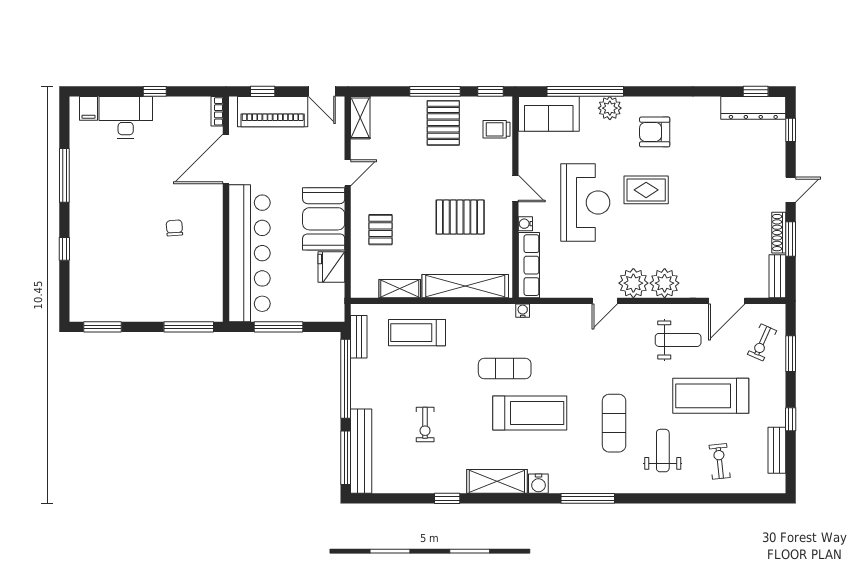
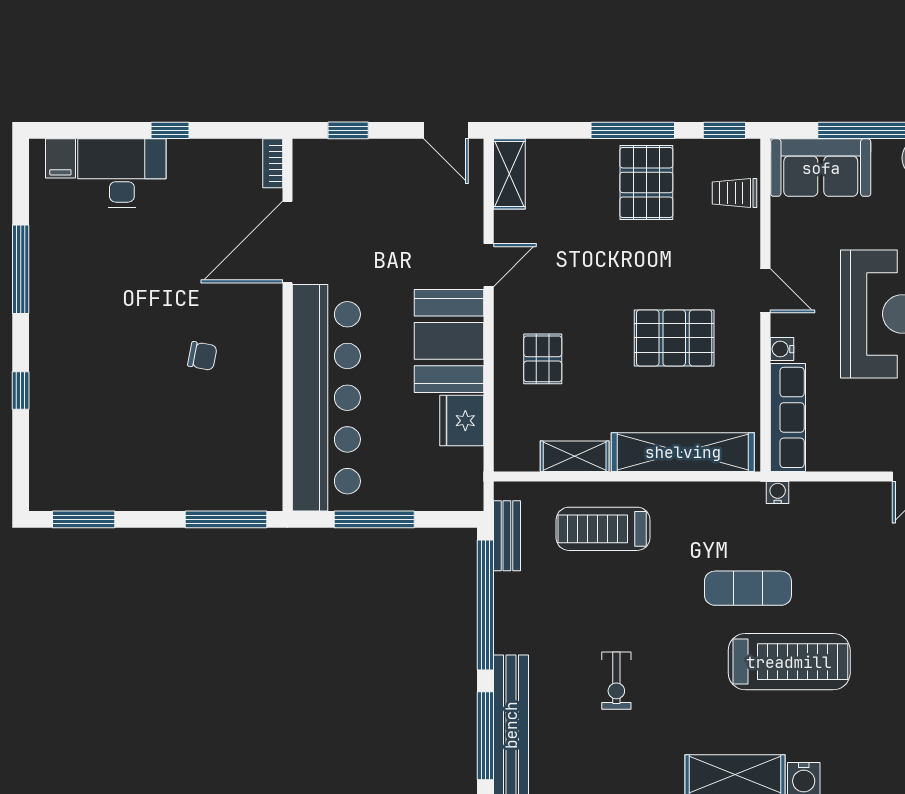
piano: (273, 112) -> (365, 164), removed
chair: (174, 228) -> (202, 356), turned 105

